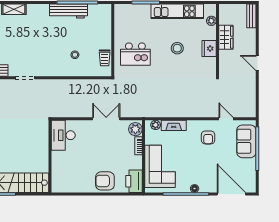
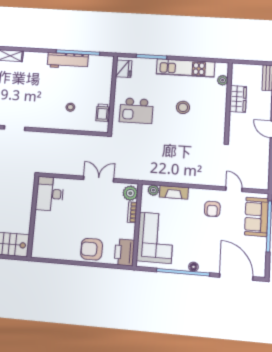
fridge: (209, 49) -> (124, 69), moved, turned 180

